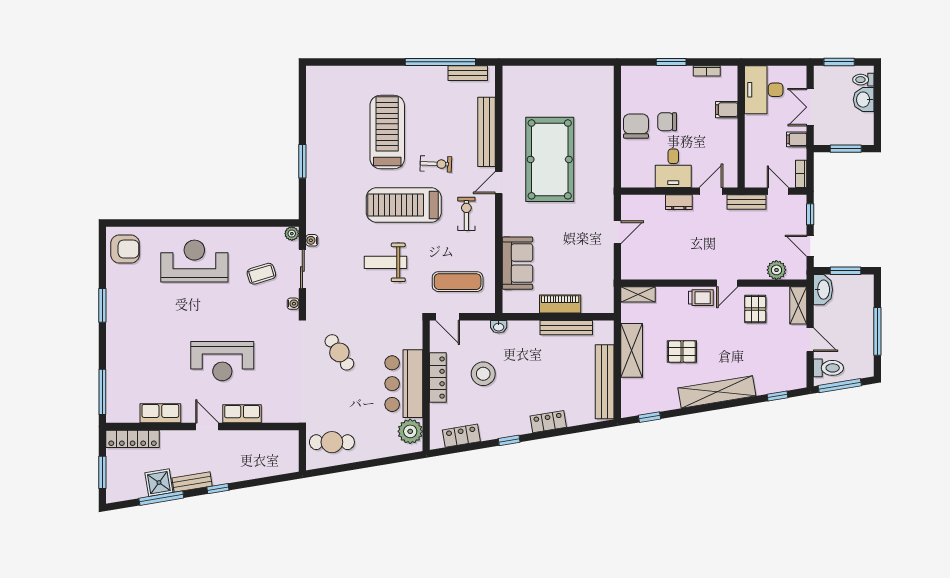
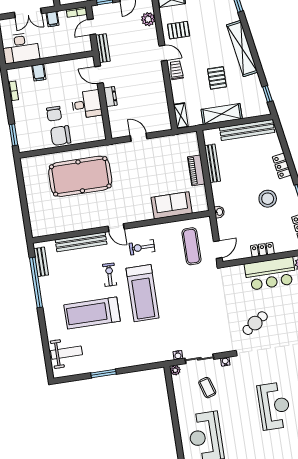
window: (671, 62) -> (13, 135), moved
pool table: (550, 159) -> (80, 176), moved
window: (302, 161) -> (103, 373), moved
weight bench: (385, 262) -> (66, 353), moved, turned -90
stool: (483, 374) -> (268, 199), moved
locker: (438, 378) -> (262, 250), width x0.66

